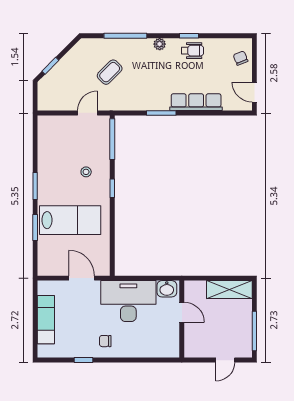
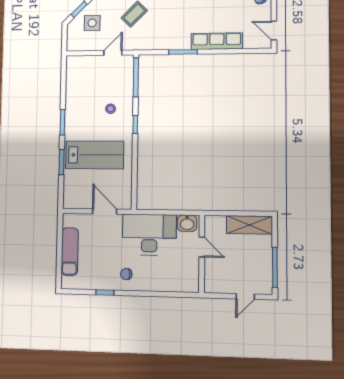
side table: (65, 81) -> (92, 23), added

